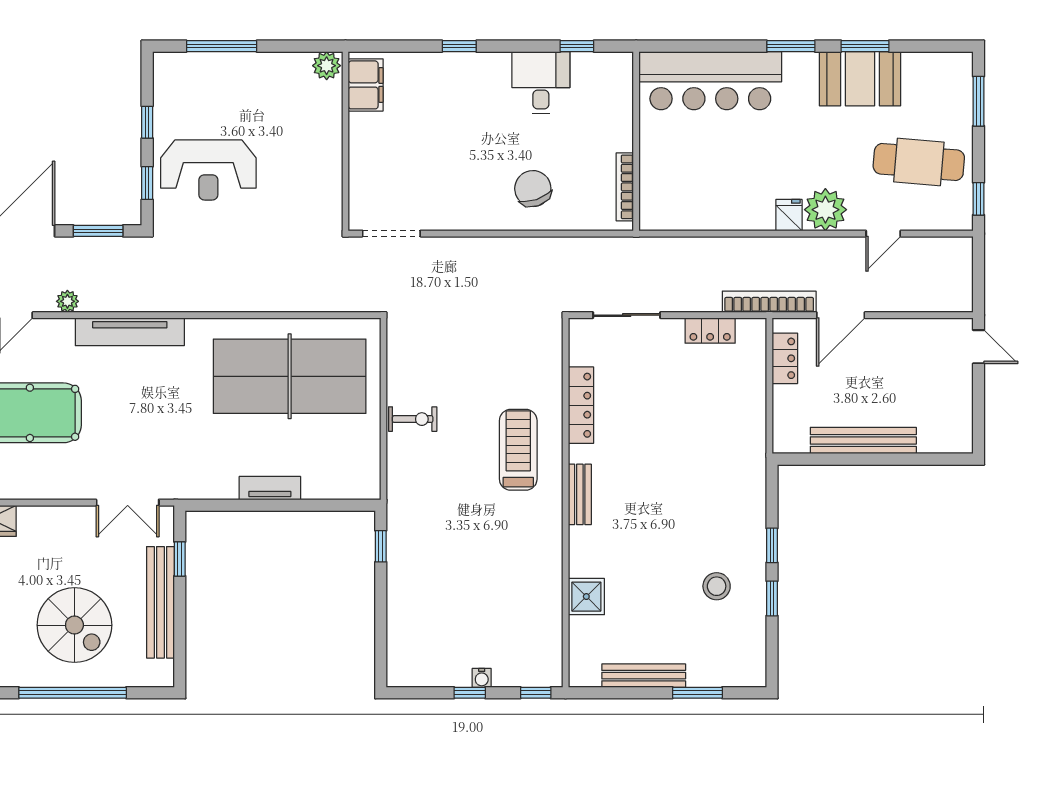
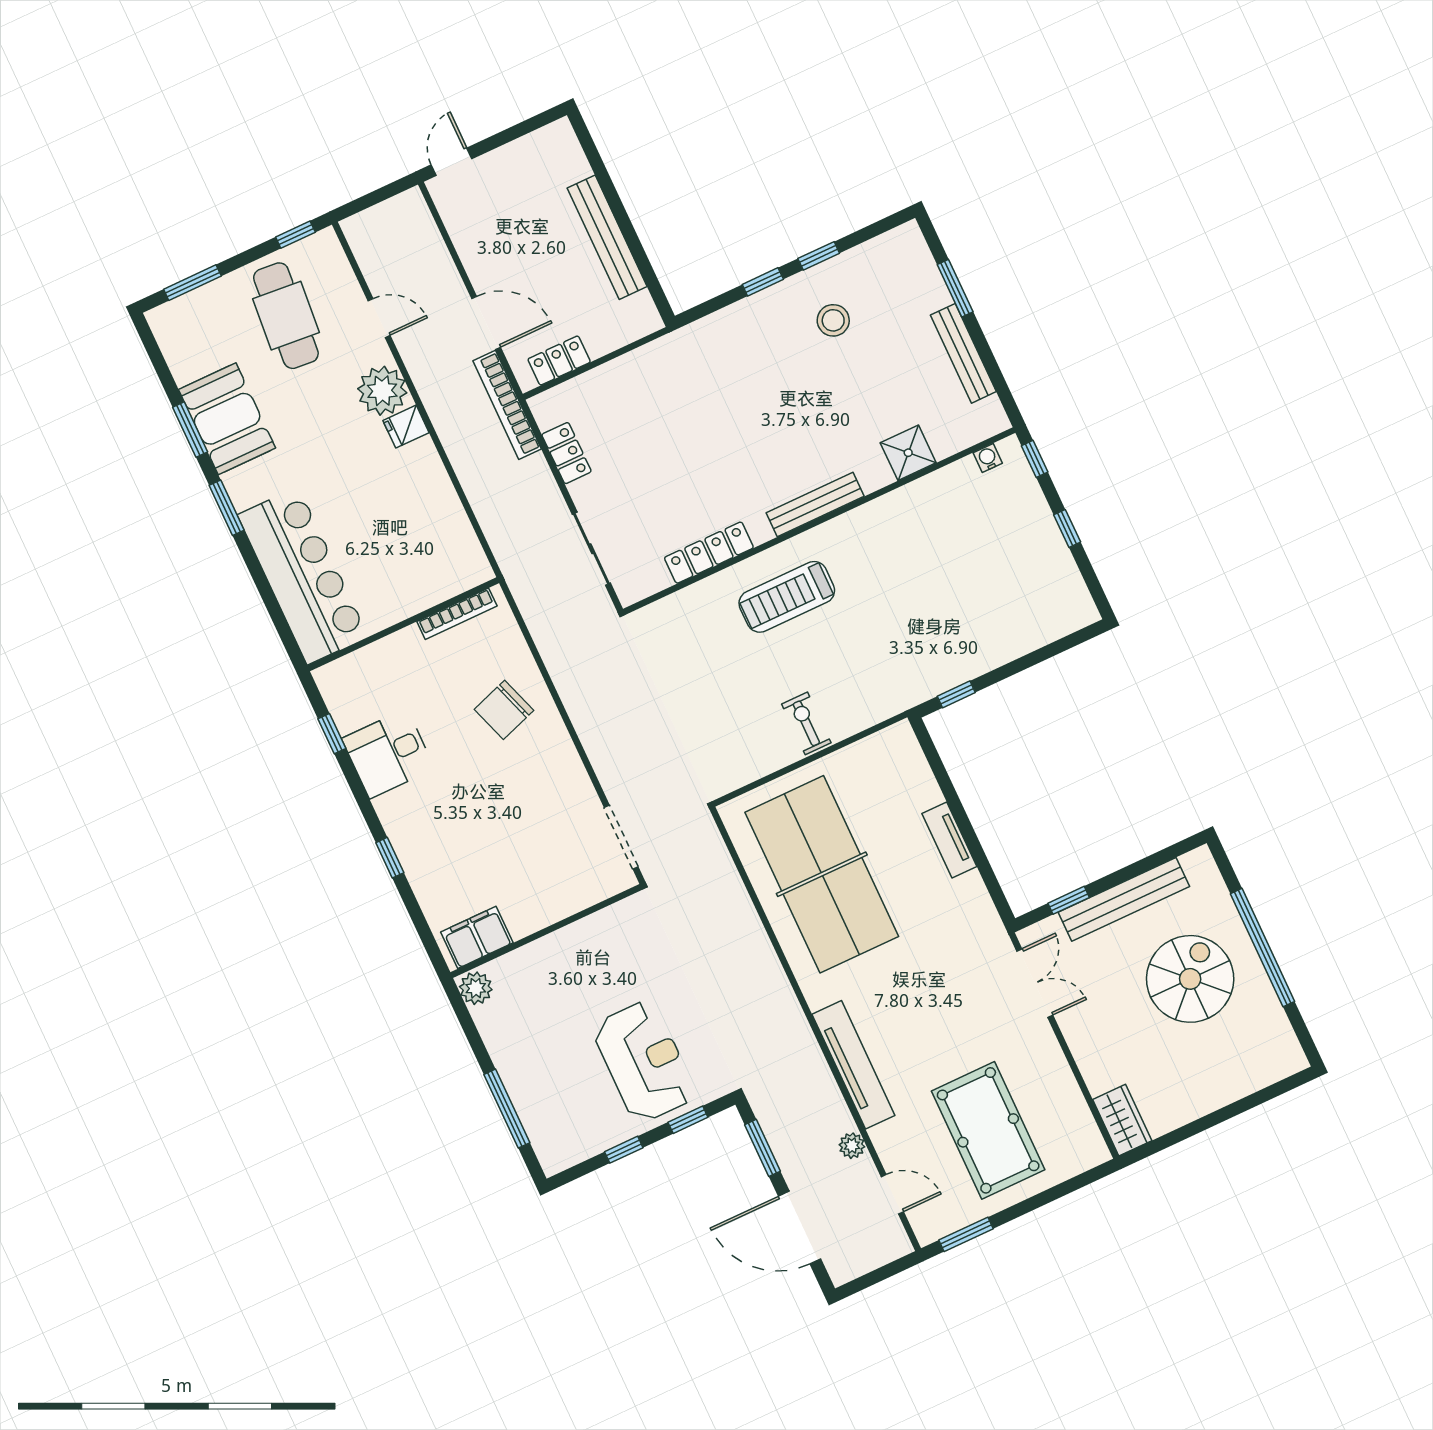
bench: (580, 494) -> (815, 505), width x1.36
water cooler: (482, 678) -> (988, 458), moved, turned -90

